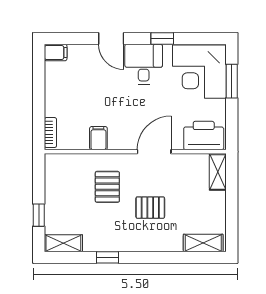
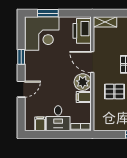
filing cabinet: (56, 52) -> (40, 124), moved
desk: (144, 64) -> (58, 118), moved, turned -90
plant: (122, 136) -> (83, 82), added

